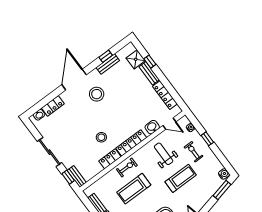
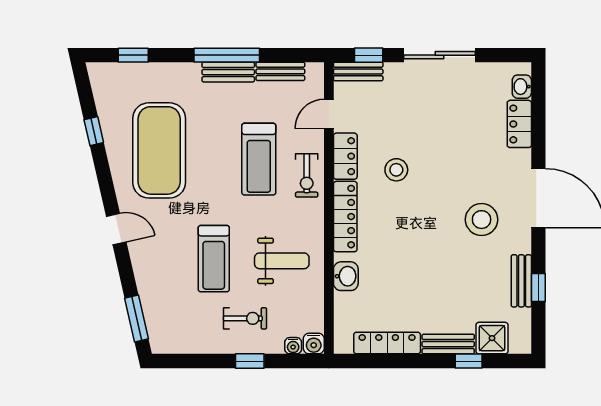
door: (169, 124) -> (329, 114), moved
water cooler: (224, 174) -> (314, 344), moved
treadmill: (134, 189) -> (259, 159), turned 180

